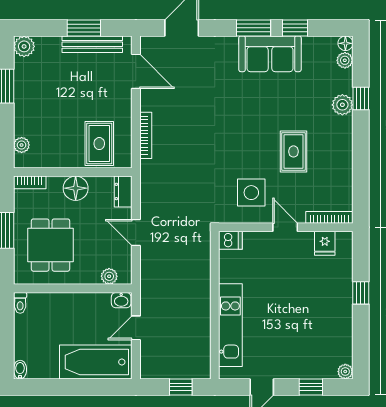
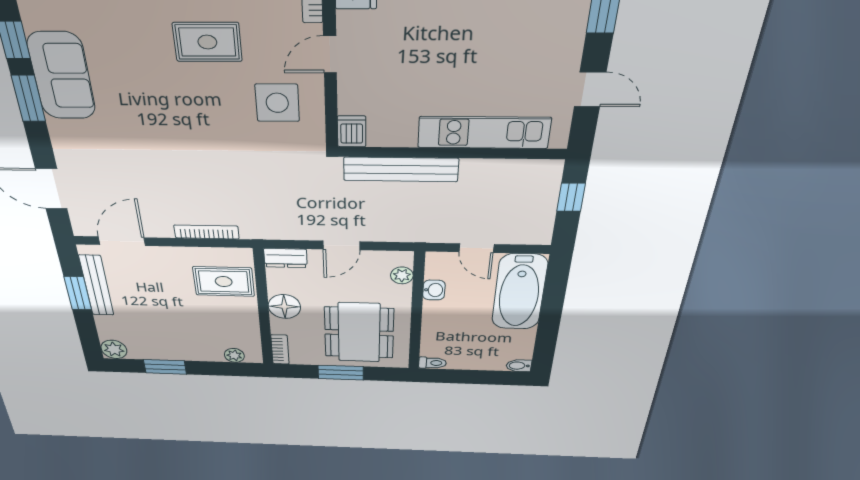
dining table: (51, 245) -> (359, 333), width x1.38
bench: (201, 273) -> (401, 169), added
washbasin: (121, 300) -> (434, 290), moved

